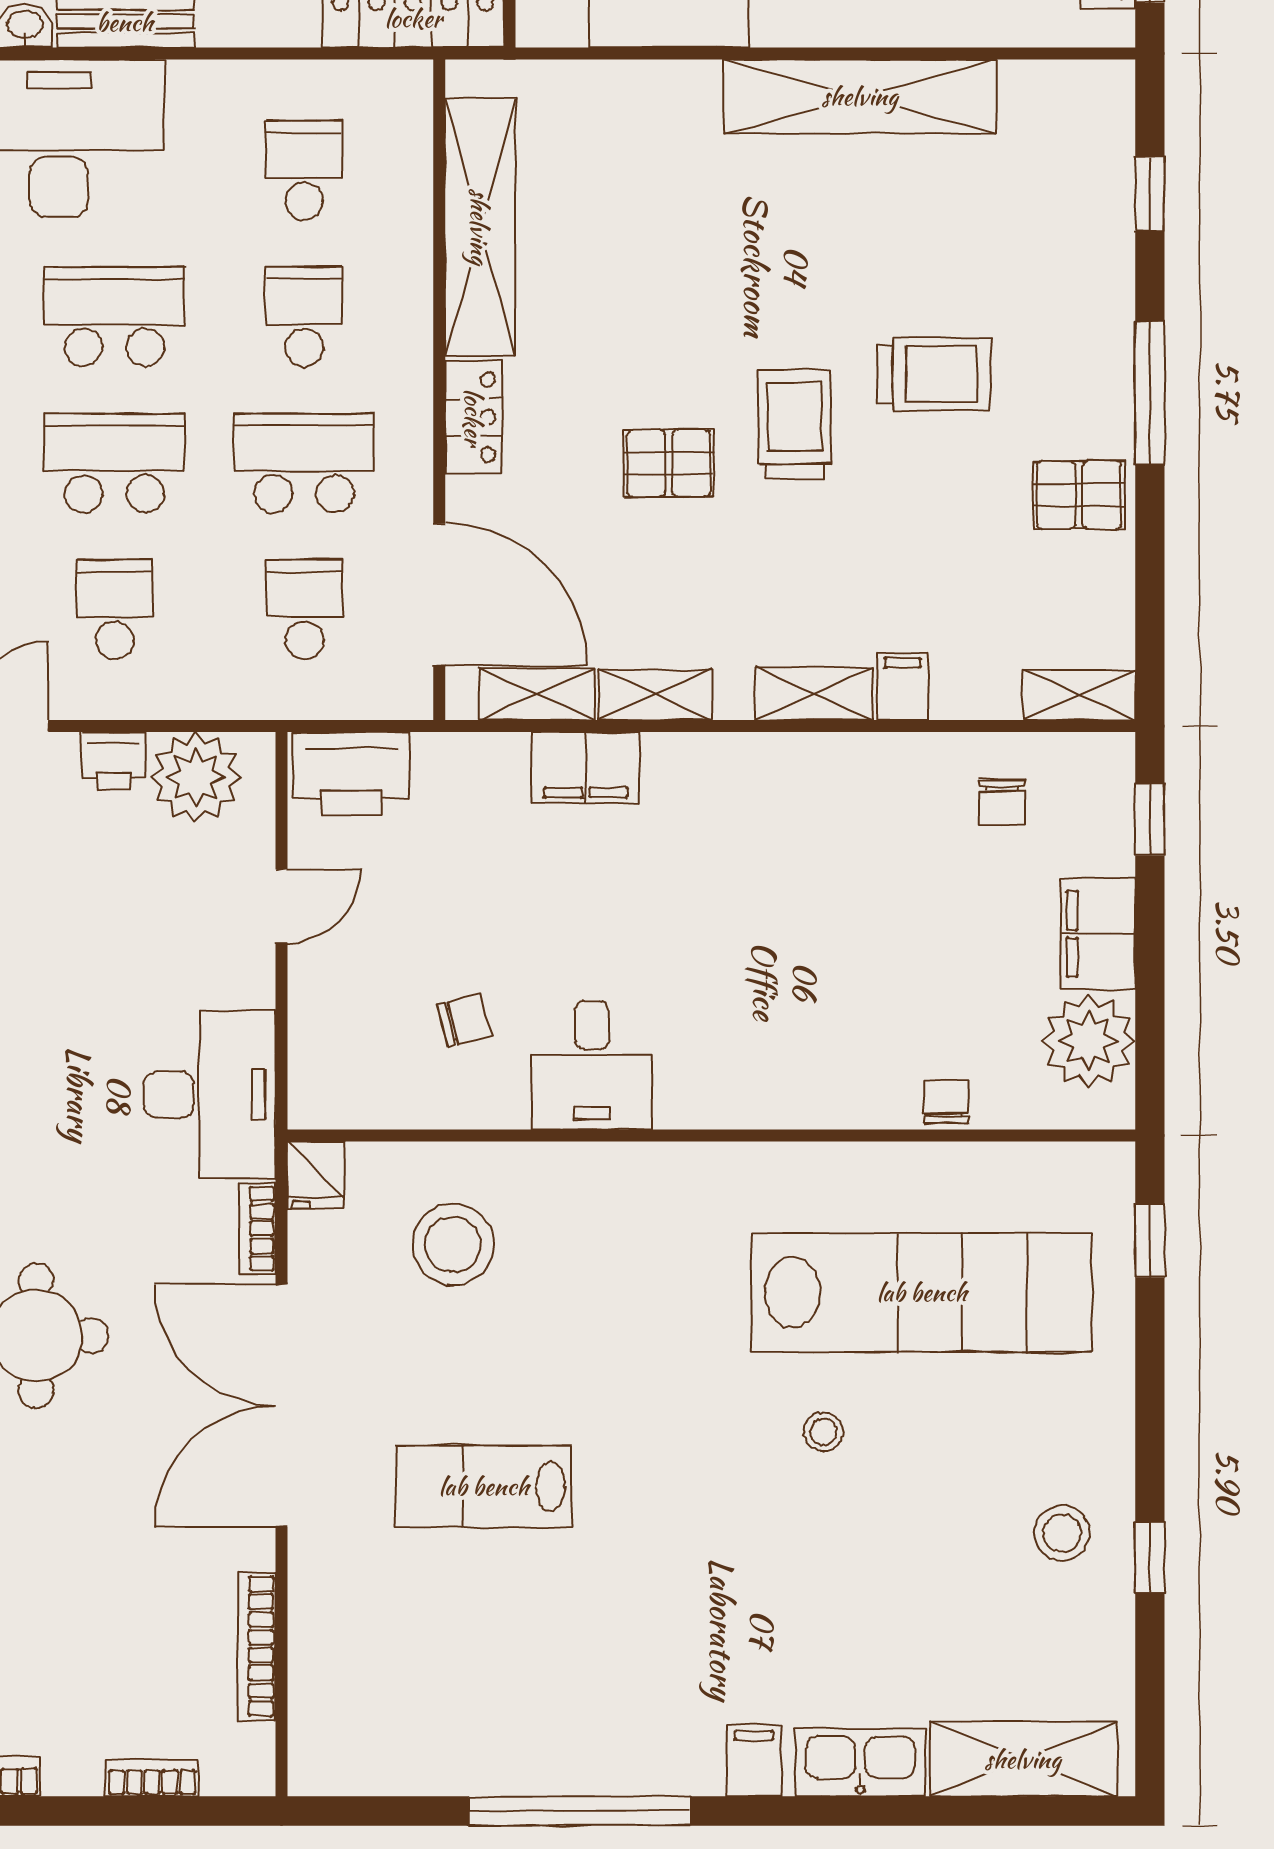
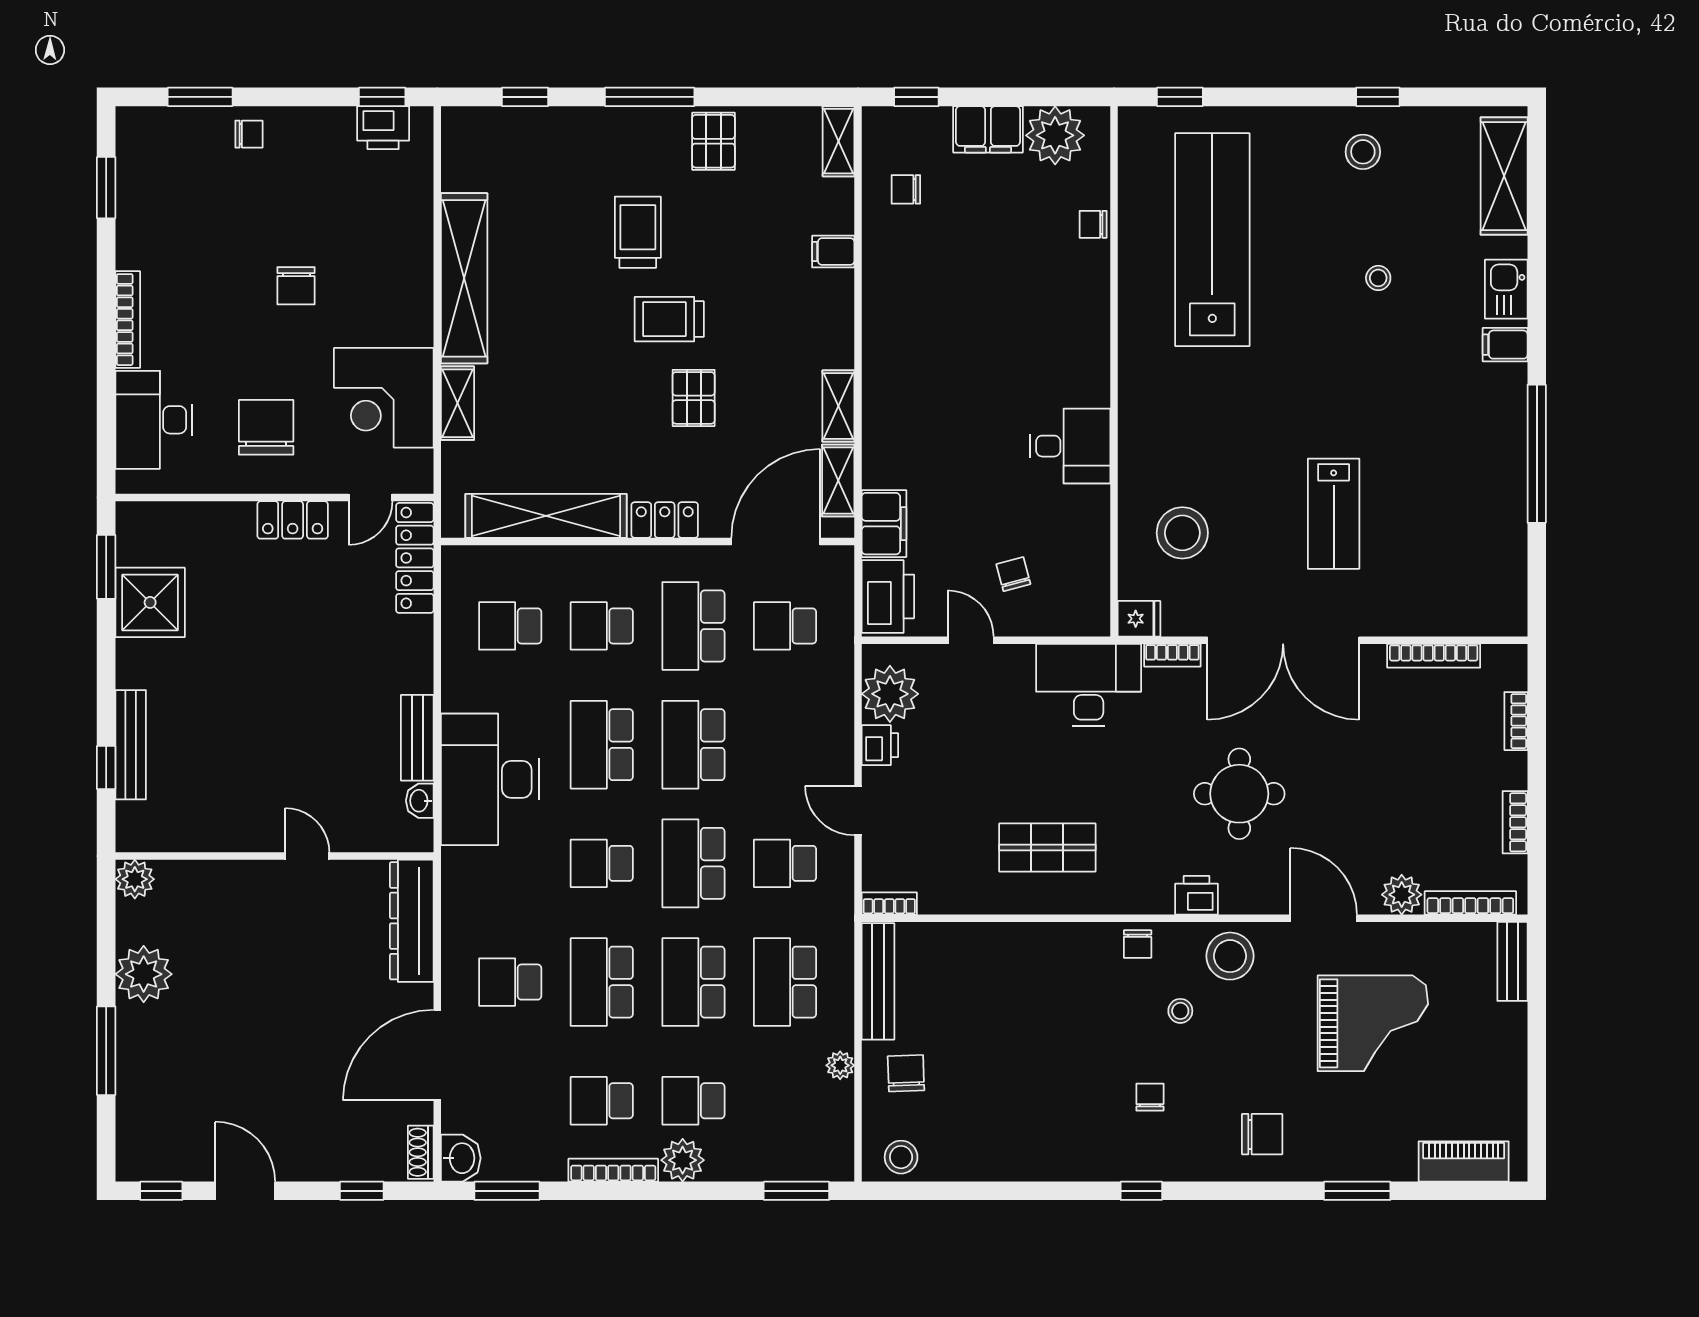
school desk: (114, 609) -> (785, 745), removed
shelving: (814, 694) -> (457, 403), moved
filing cabinet: (586, 768) -> (884, 524), moved
chair: (1002, 803) -> (906, 189), turned 180
chair: (464, 1020) -> (1013, 574), moved
stool: (824, 1432) -> (1378, 278), moved
kitchen sink: (860, 1762) -> (1506, 289), width x0.73

